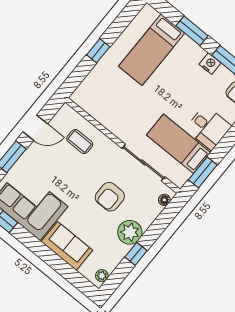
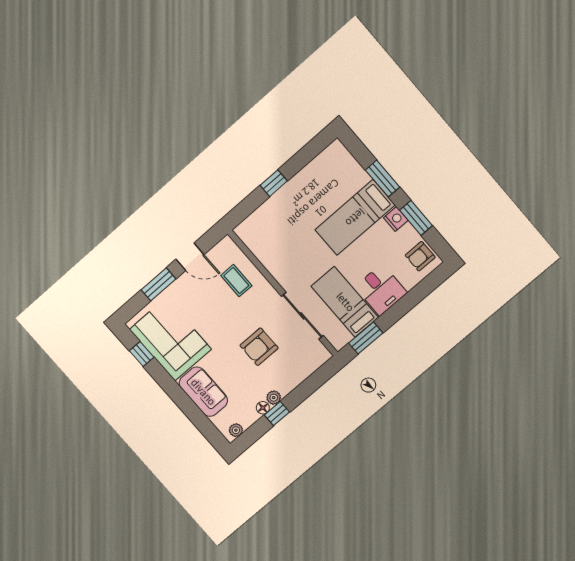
bed: (152, 50) -> (355, 217), moved
floor lamp: (164, 200) -> (263, 408), moved
plant: (130, 232) -> (274, 398), width x0.53, depth x0.53

